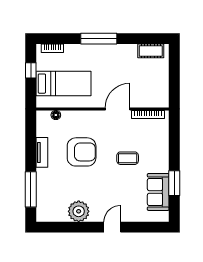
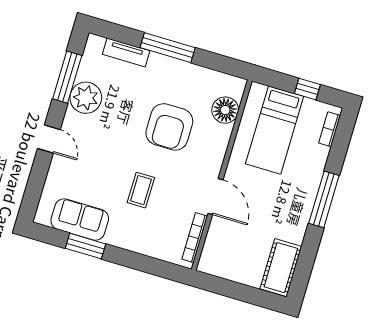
cot: (151, 51) -> (281, 268), width x1.37, depth x1.34
floor lamp: (56, 115) -> (225, 110), width x1.89, depth x1.89
tv unit: (42, 152) -> (126, 52), moved
window: (31, 189) -> (168, 48), moved
window: (69, 227) -> (67, 77), added

